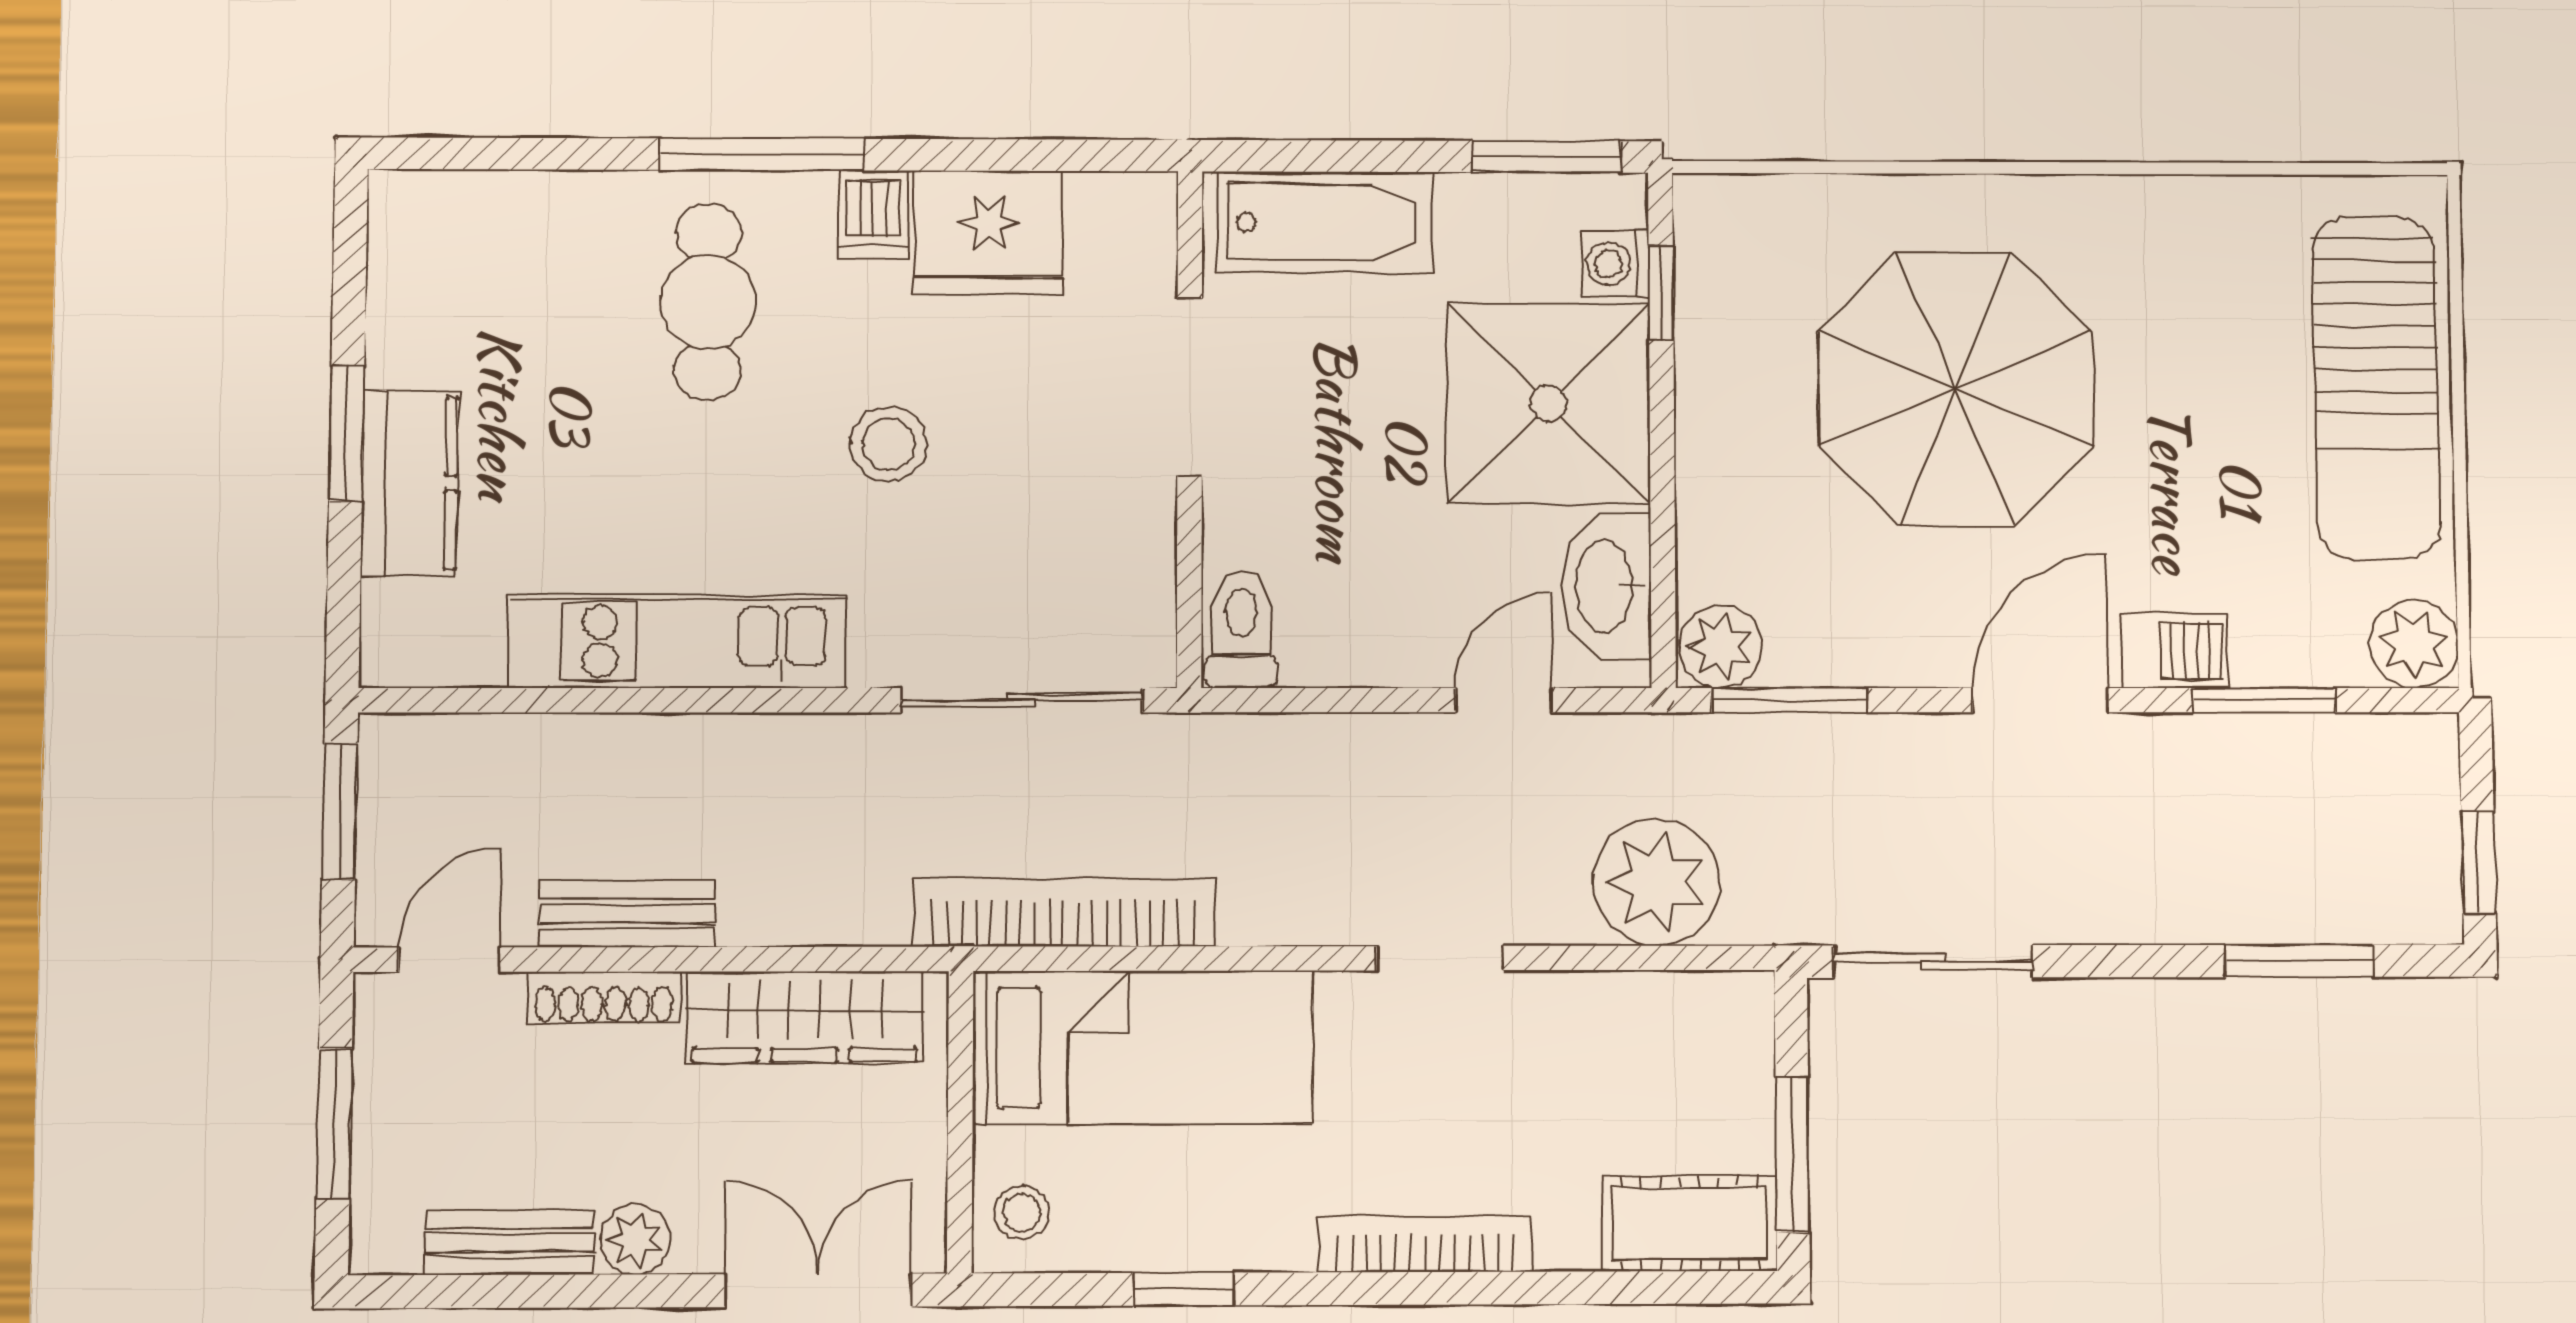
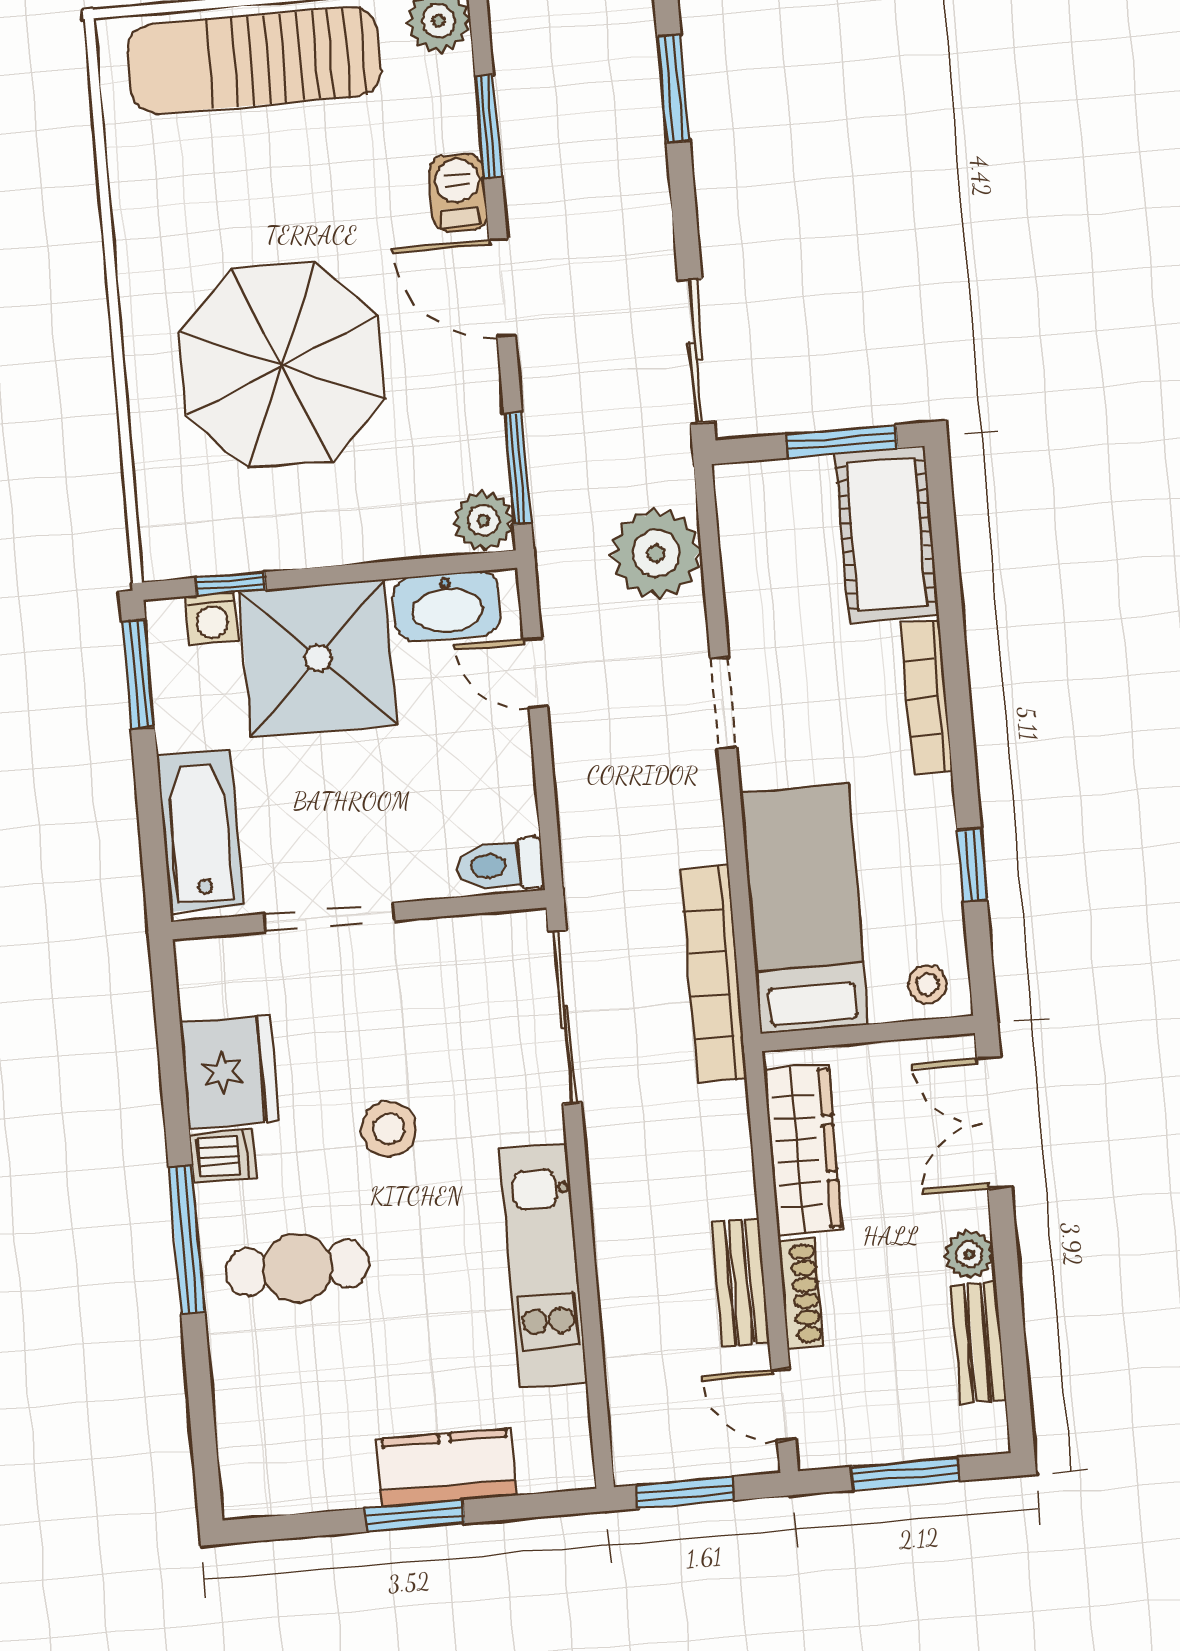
sun lounger: (2376, 387) -> (254, 60), turned 180
cot: (1690, 1223) -> (887, 534), width x1.37, depth x1.34

